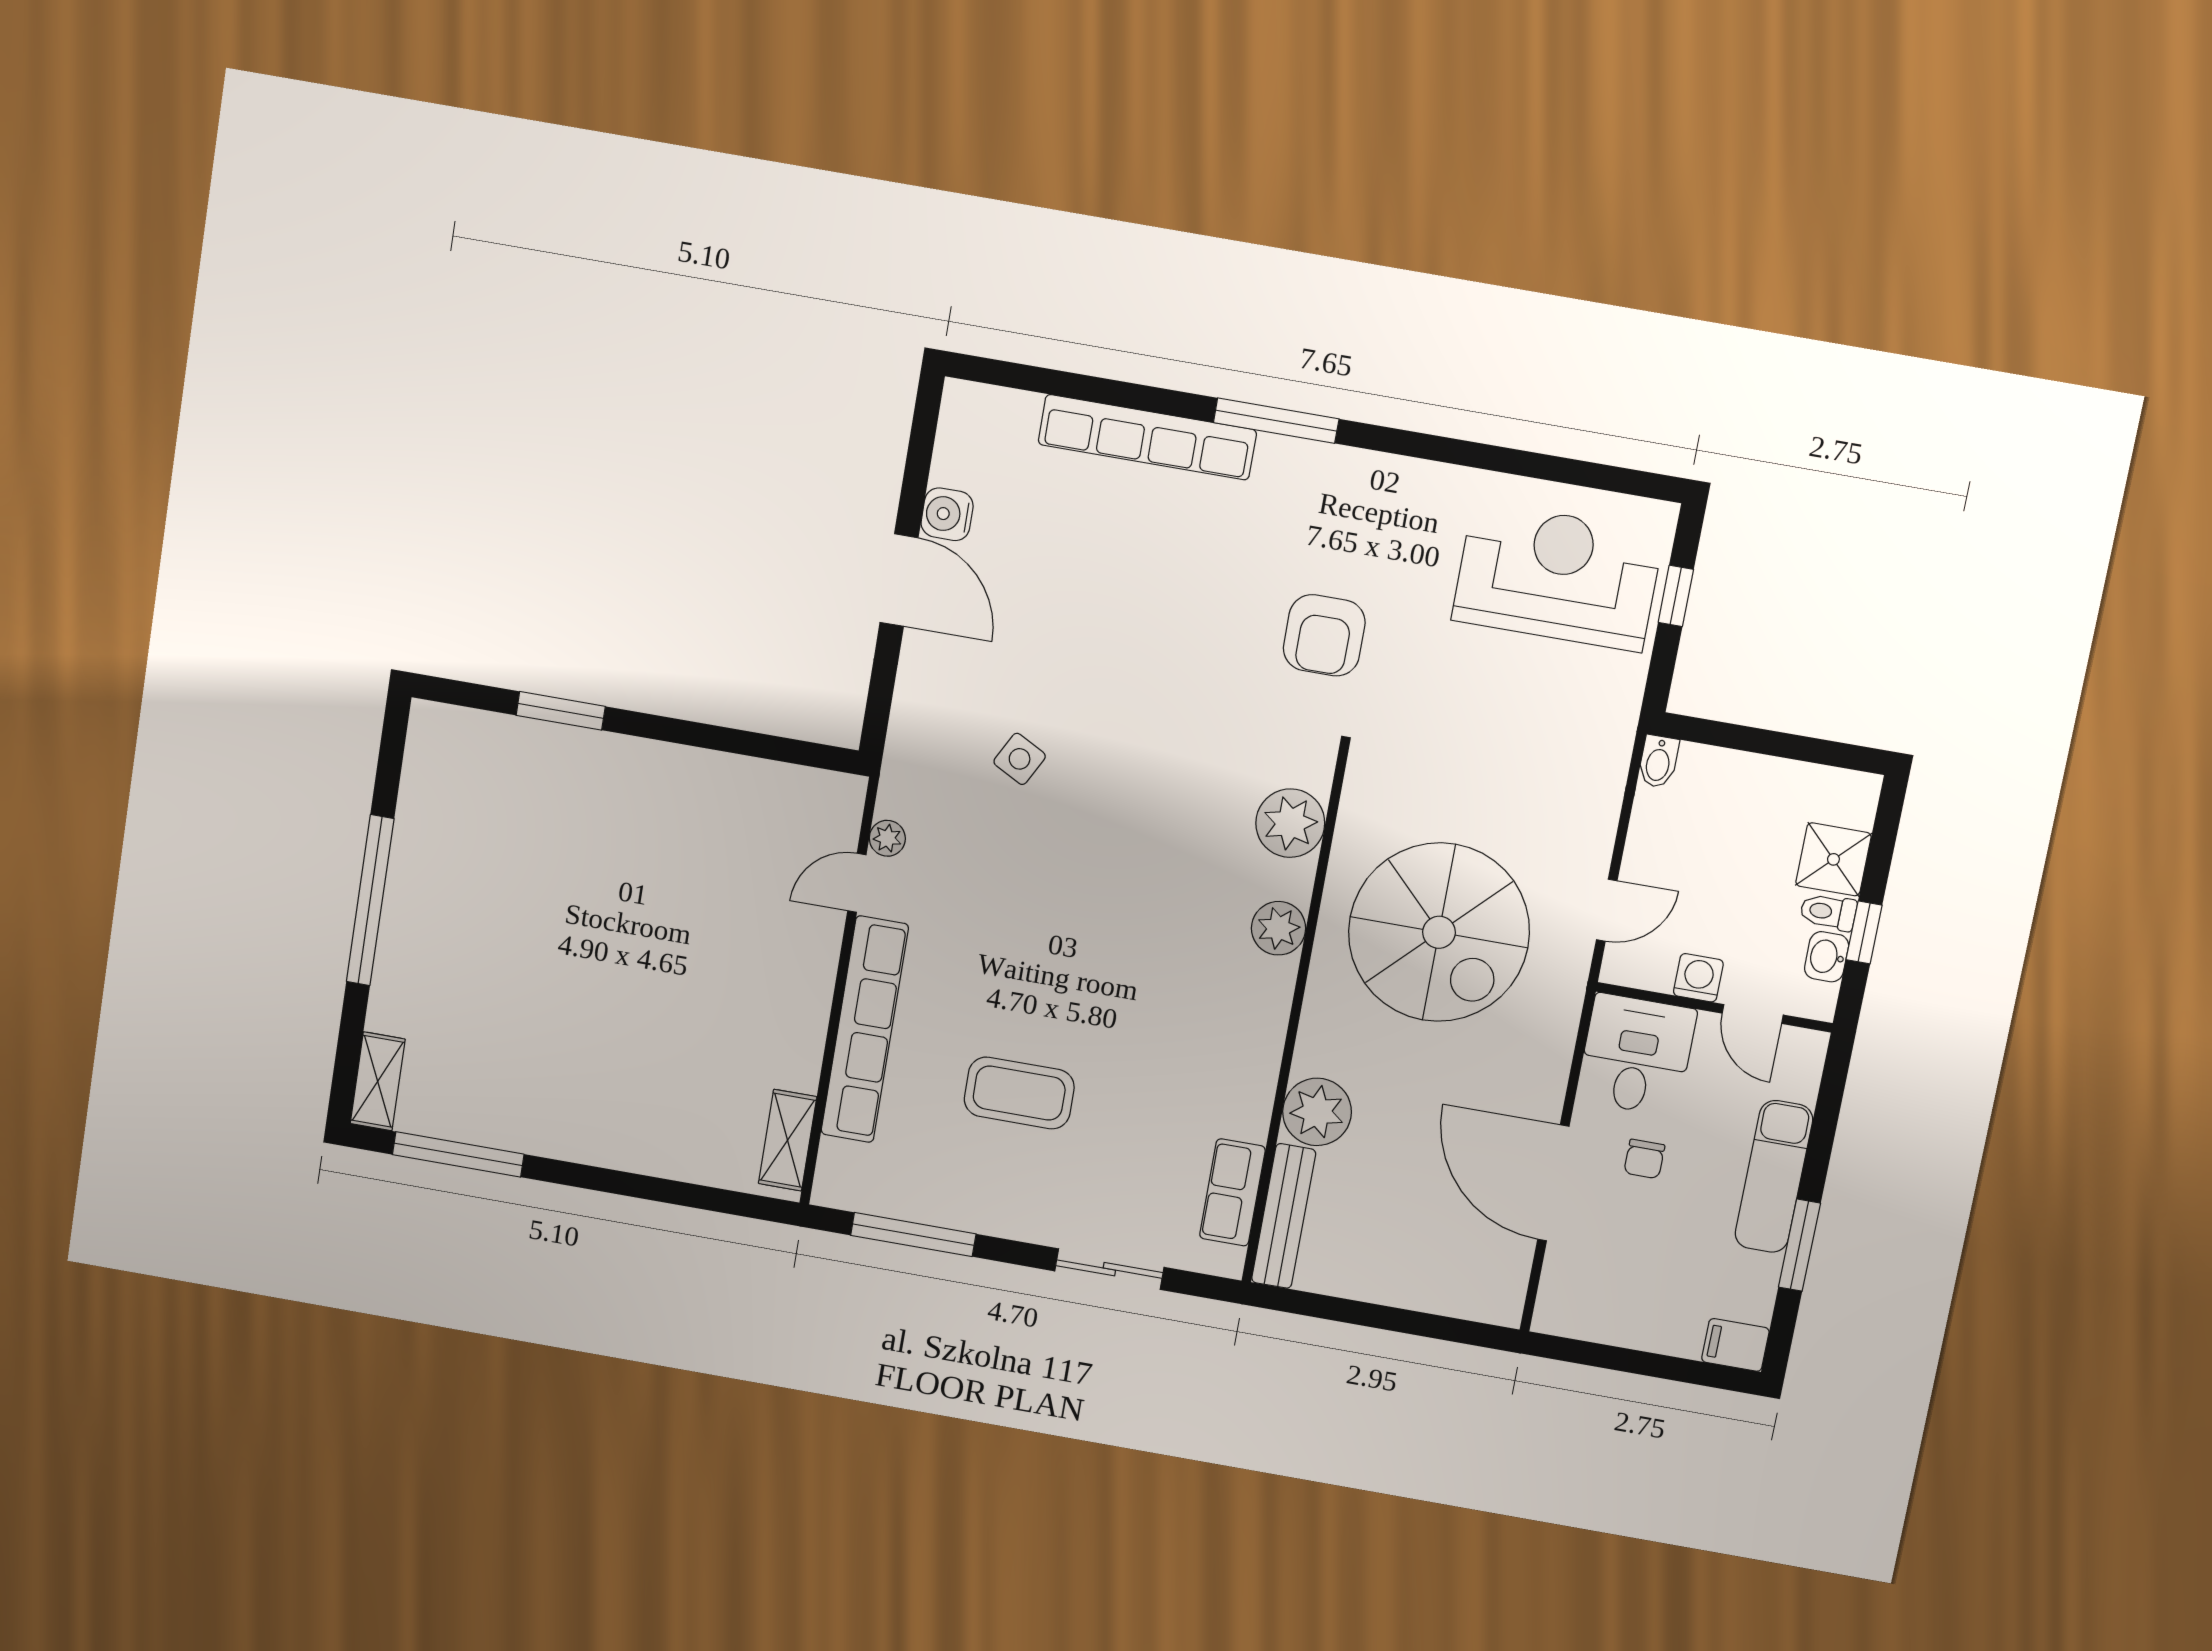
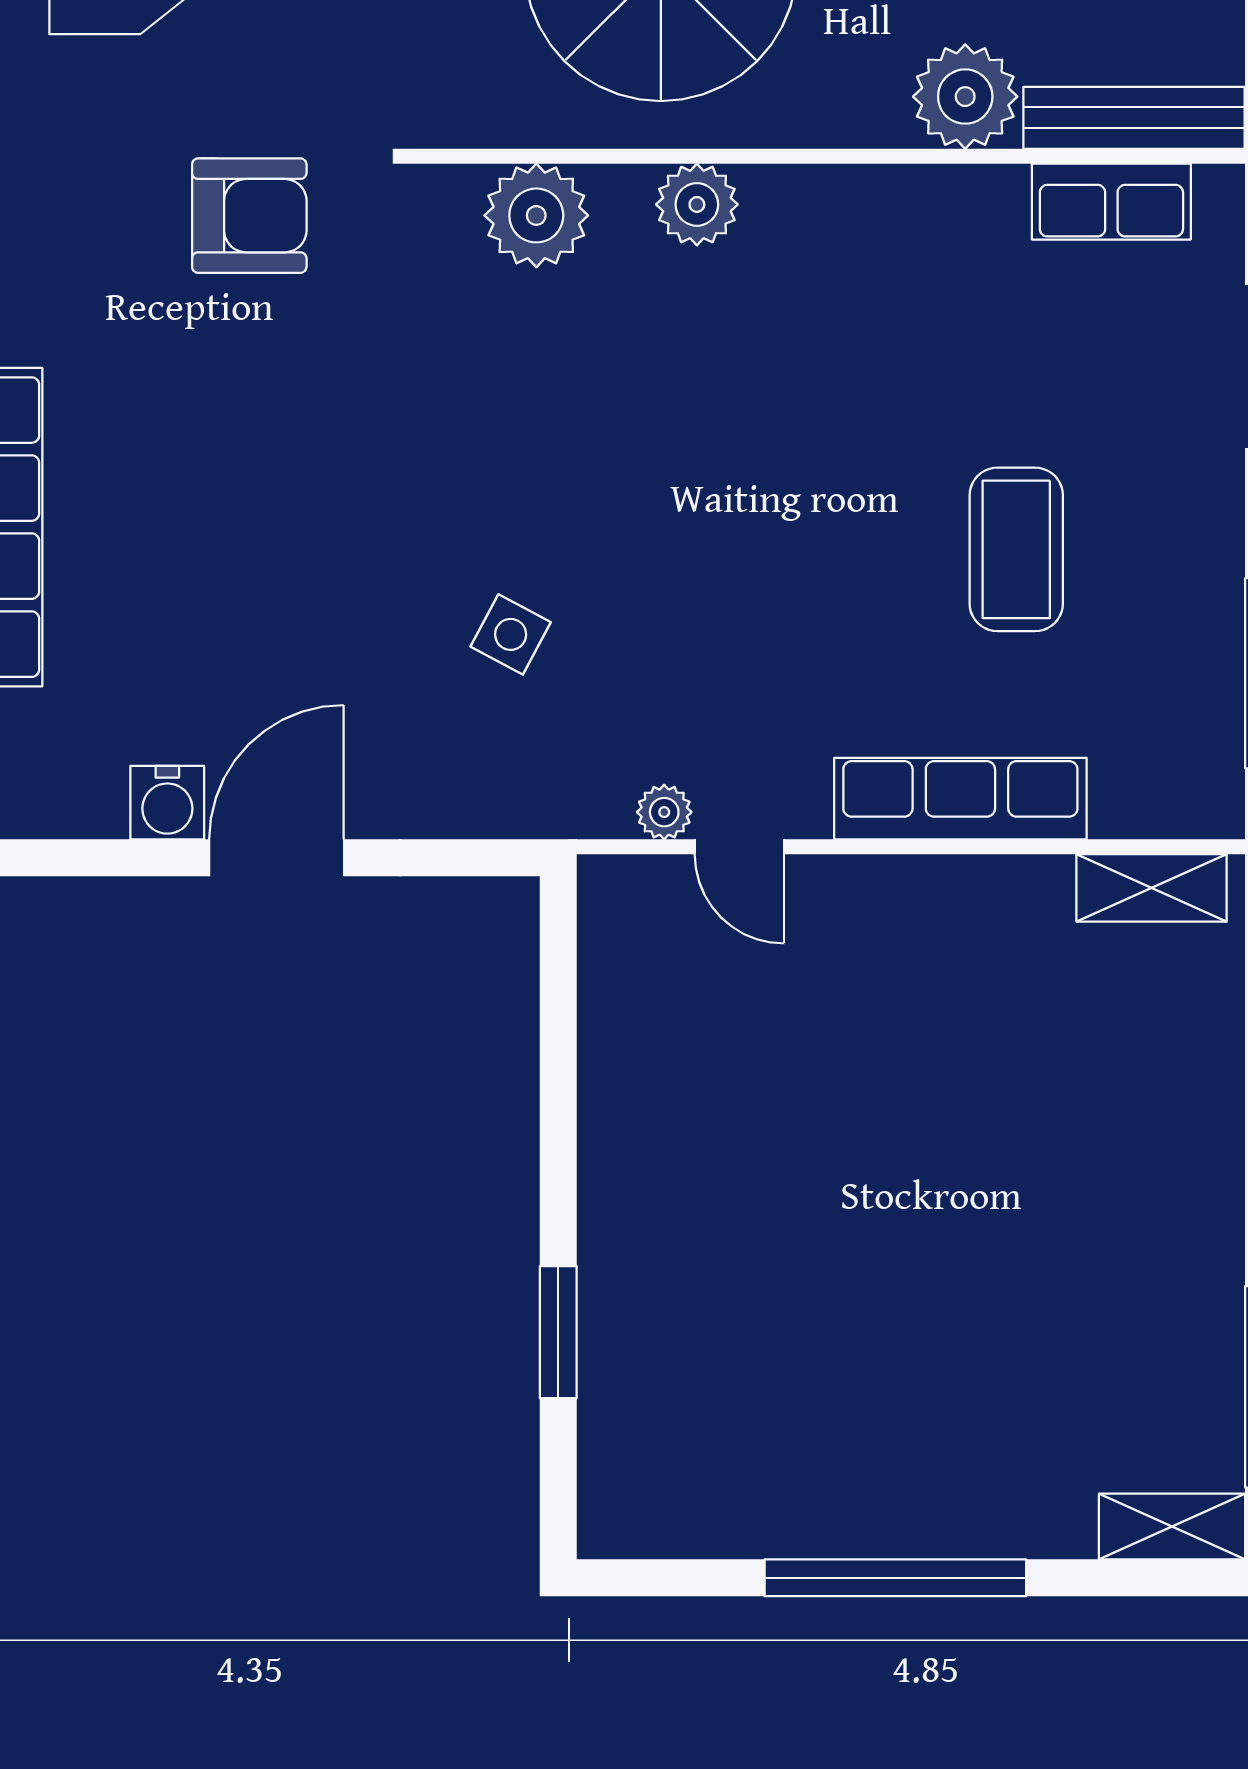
row of seats: (865, 1029) -> (960, 799), width x0.73

